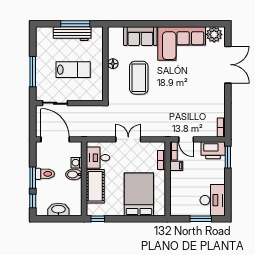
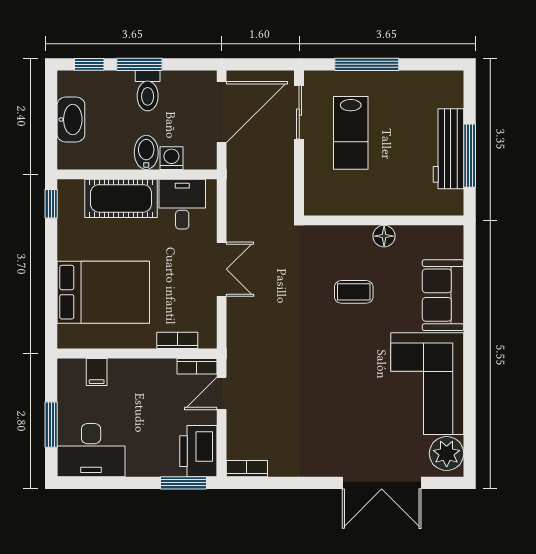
lab bench: (73, 70) -> (351, 133), moved
coffee table: (139, 78) -> (354, 292), width x0.54, depth x0.58
filing cabinet: (176, 166) -> (97, 372), moved

